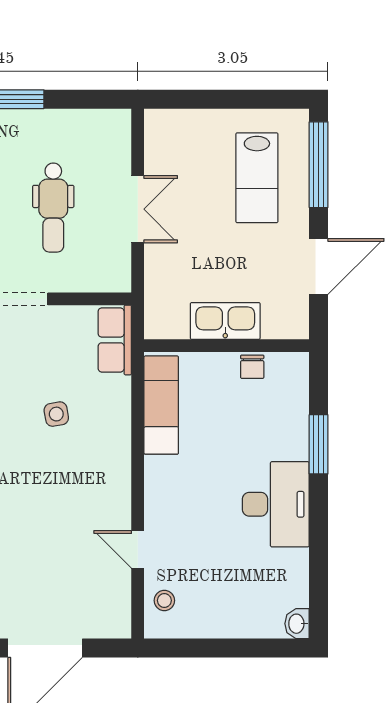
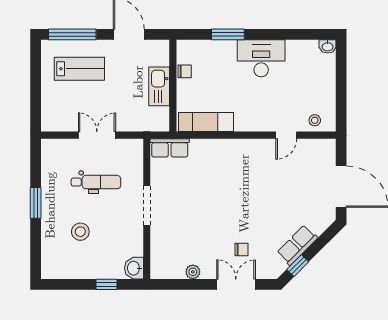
side table: (56, 414) -> (211, 180), removed

